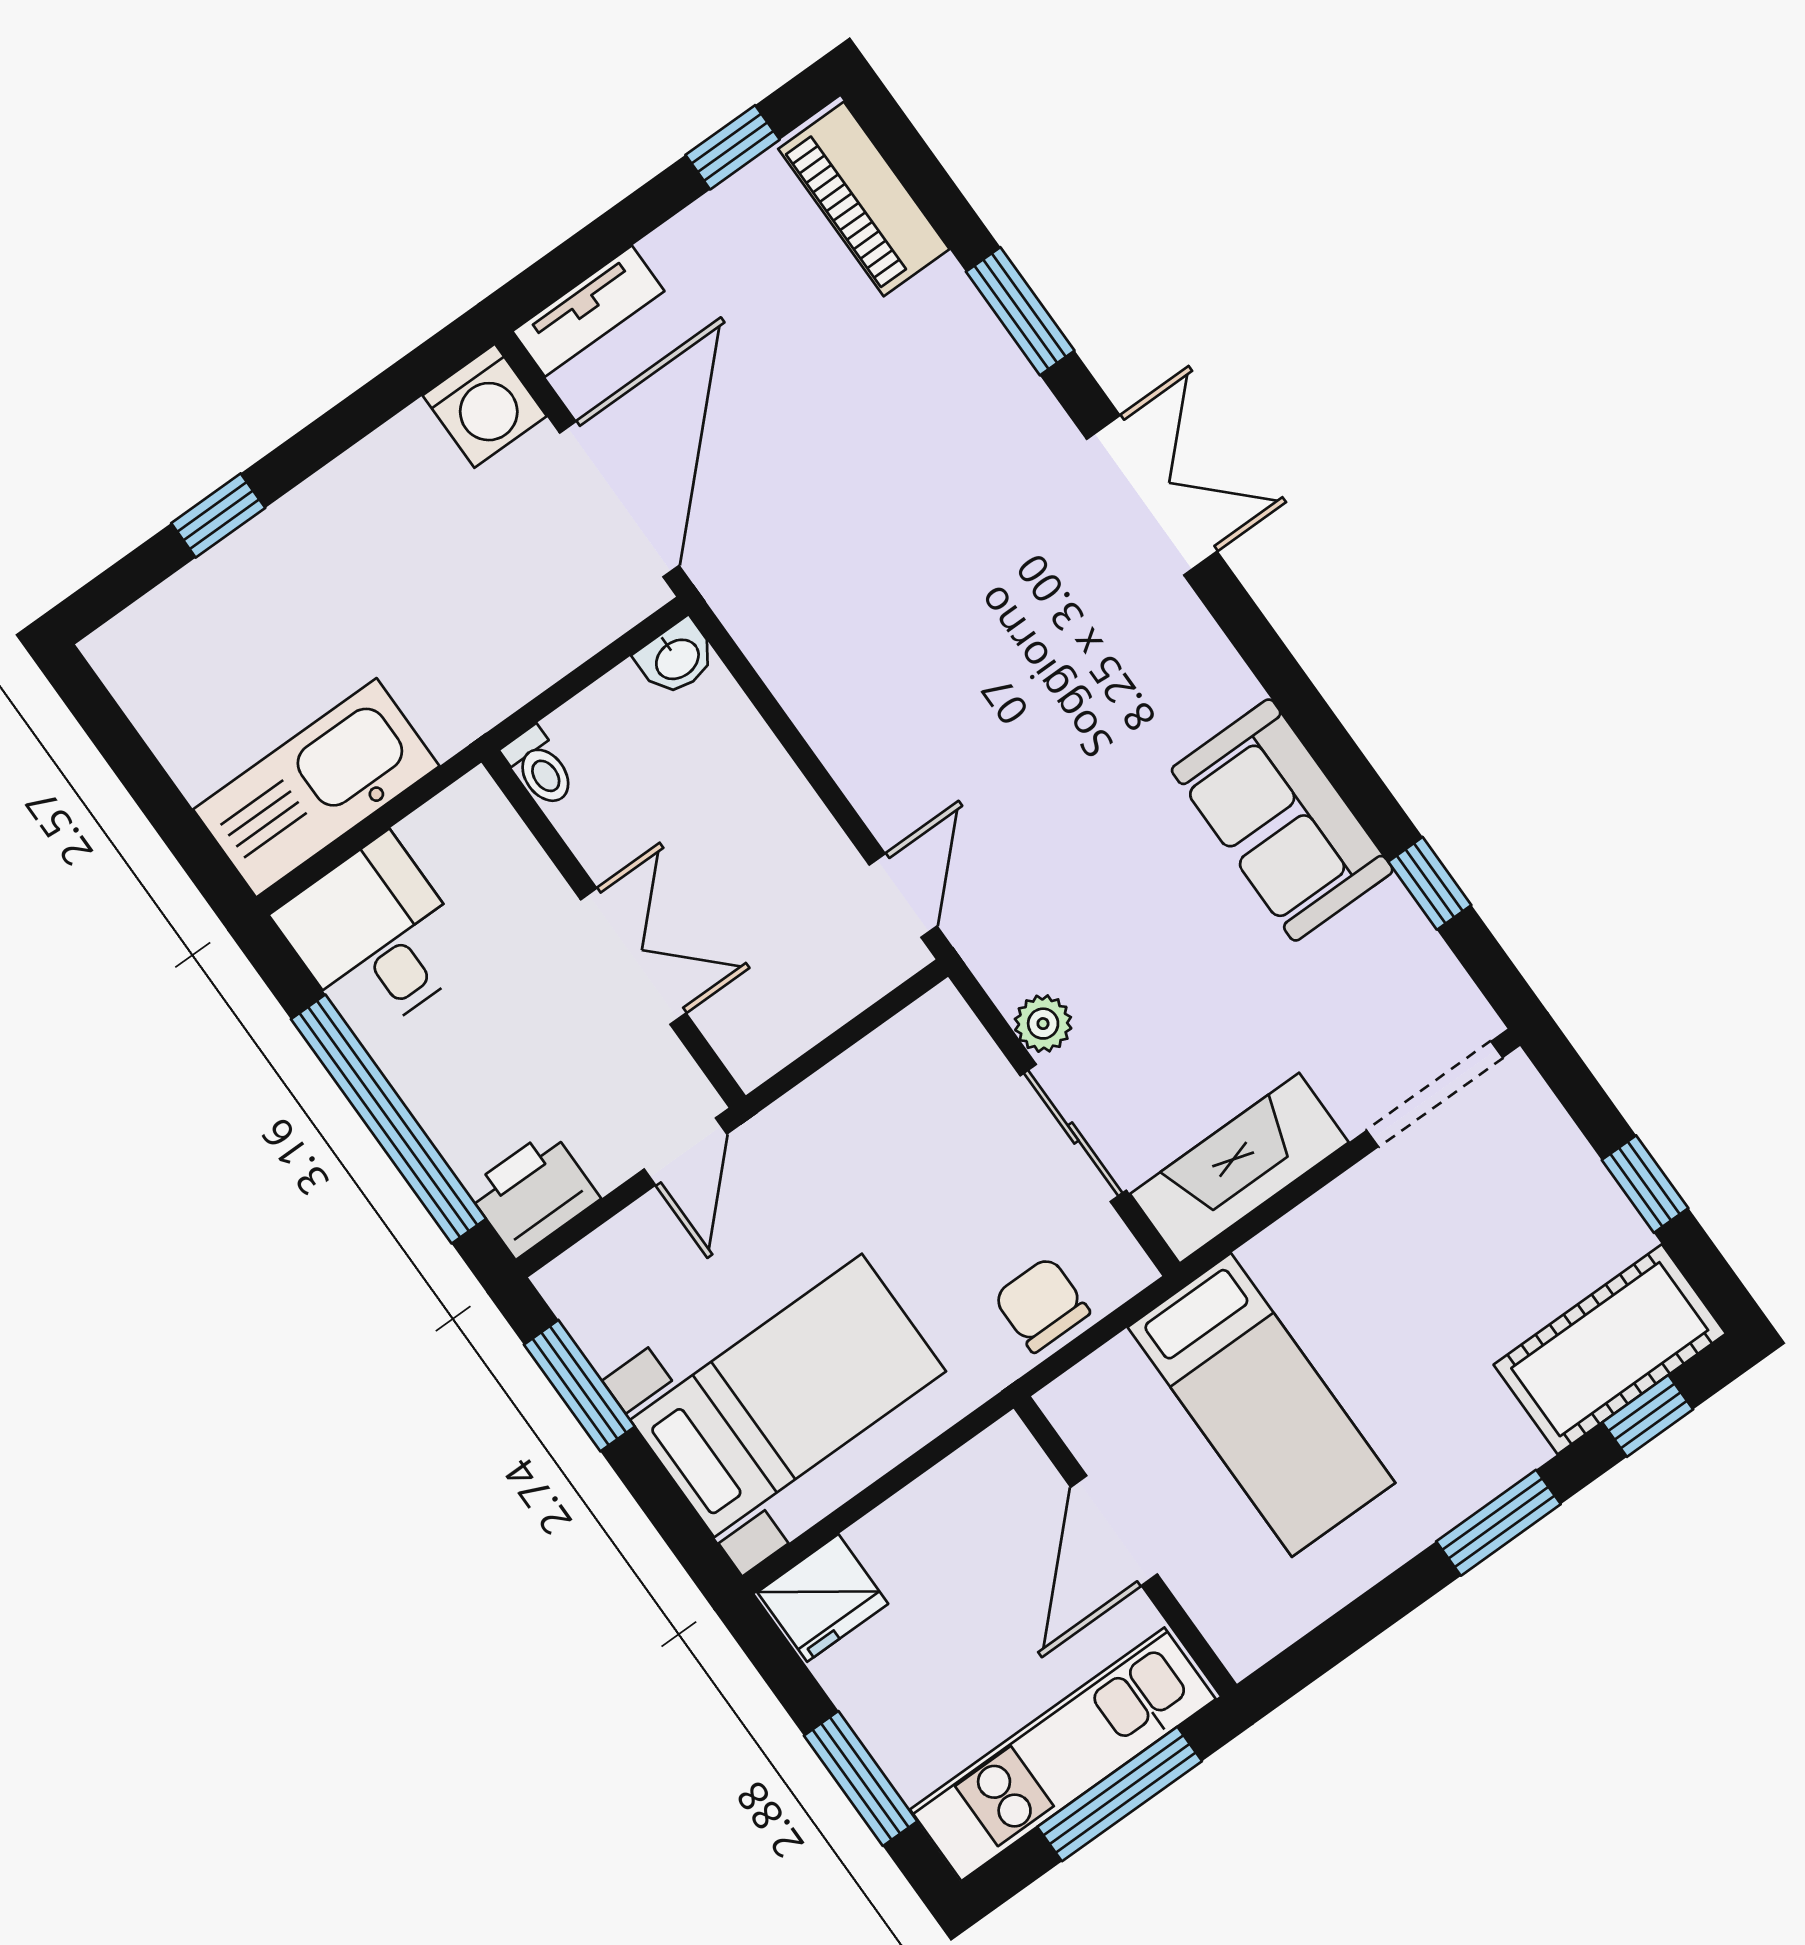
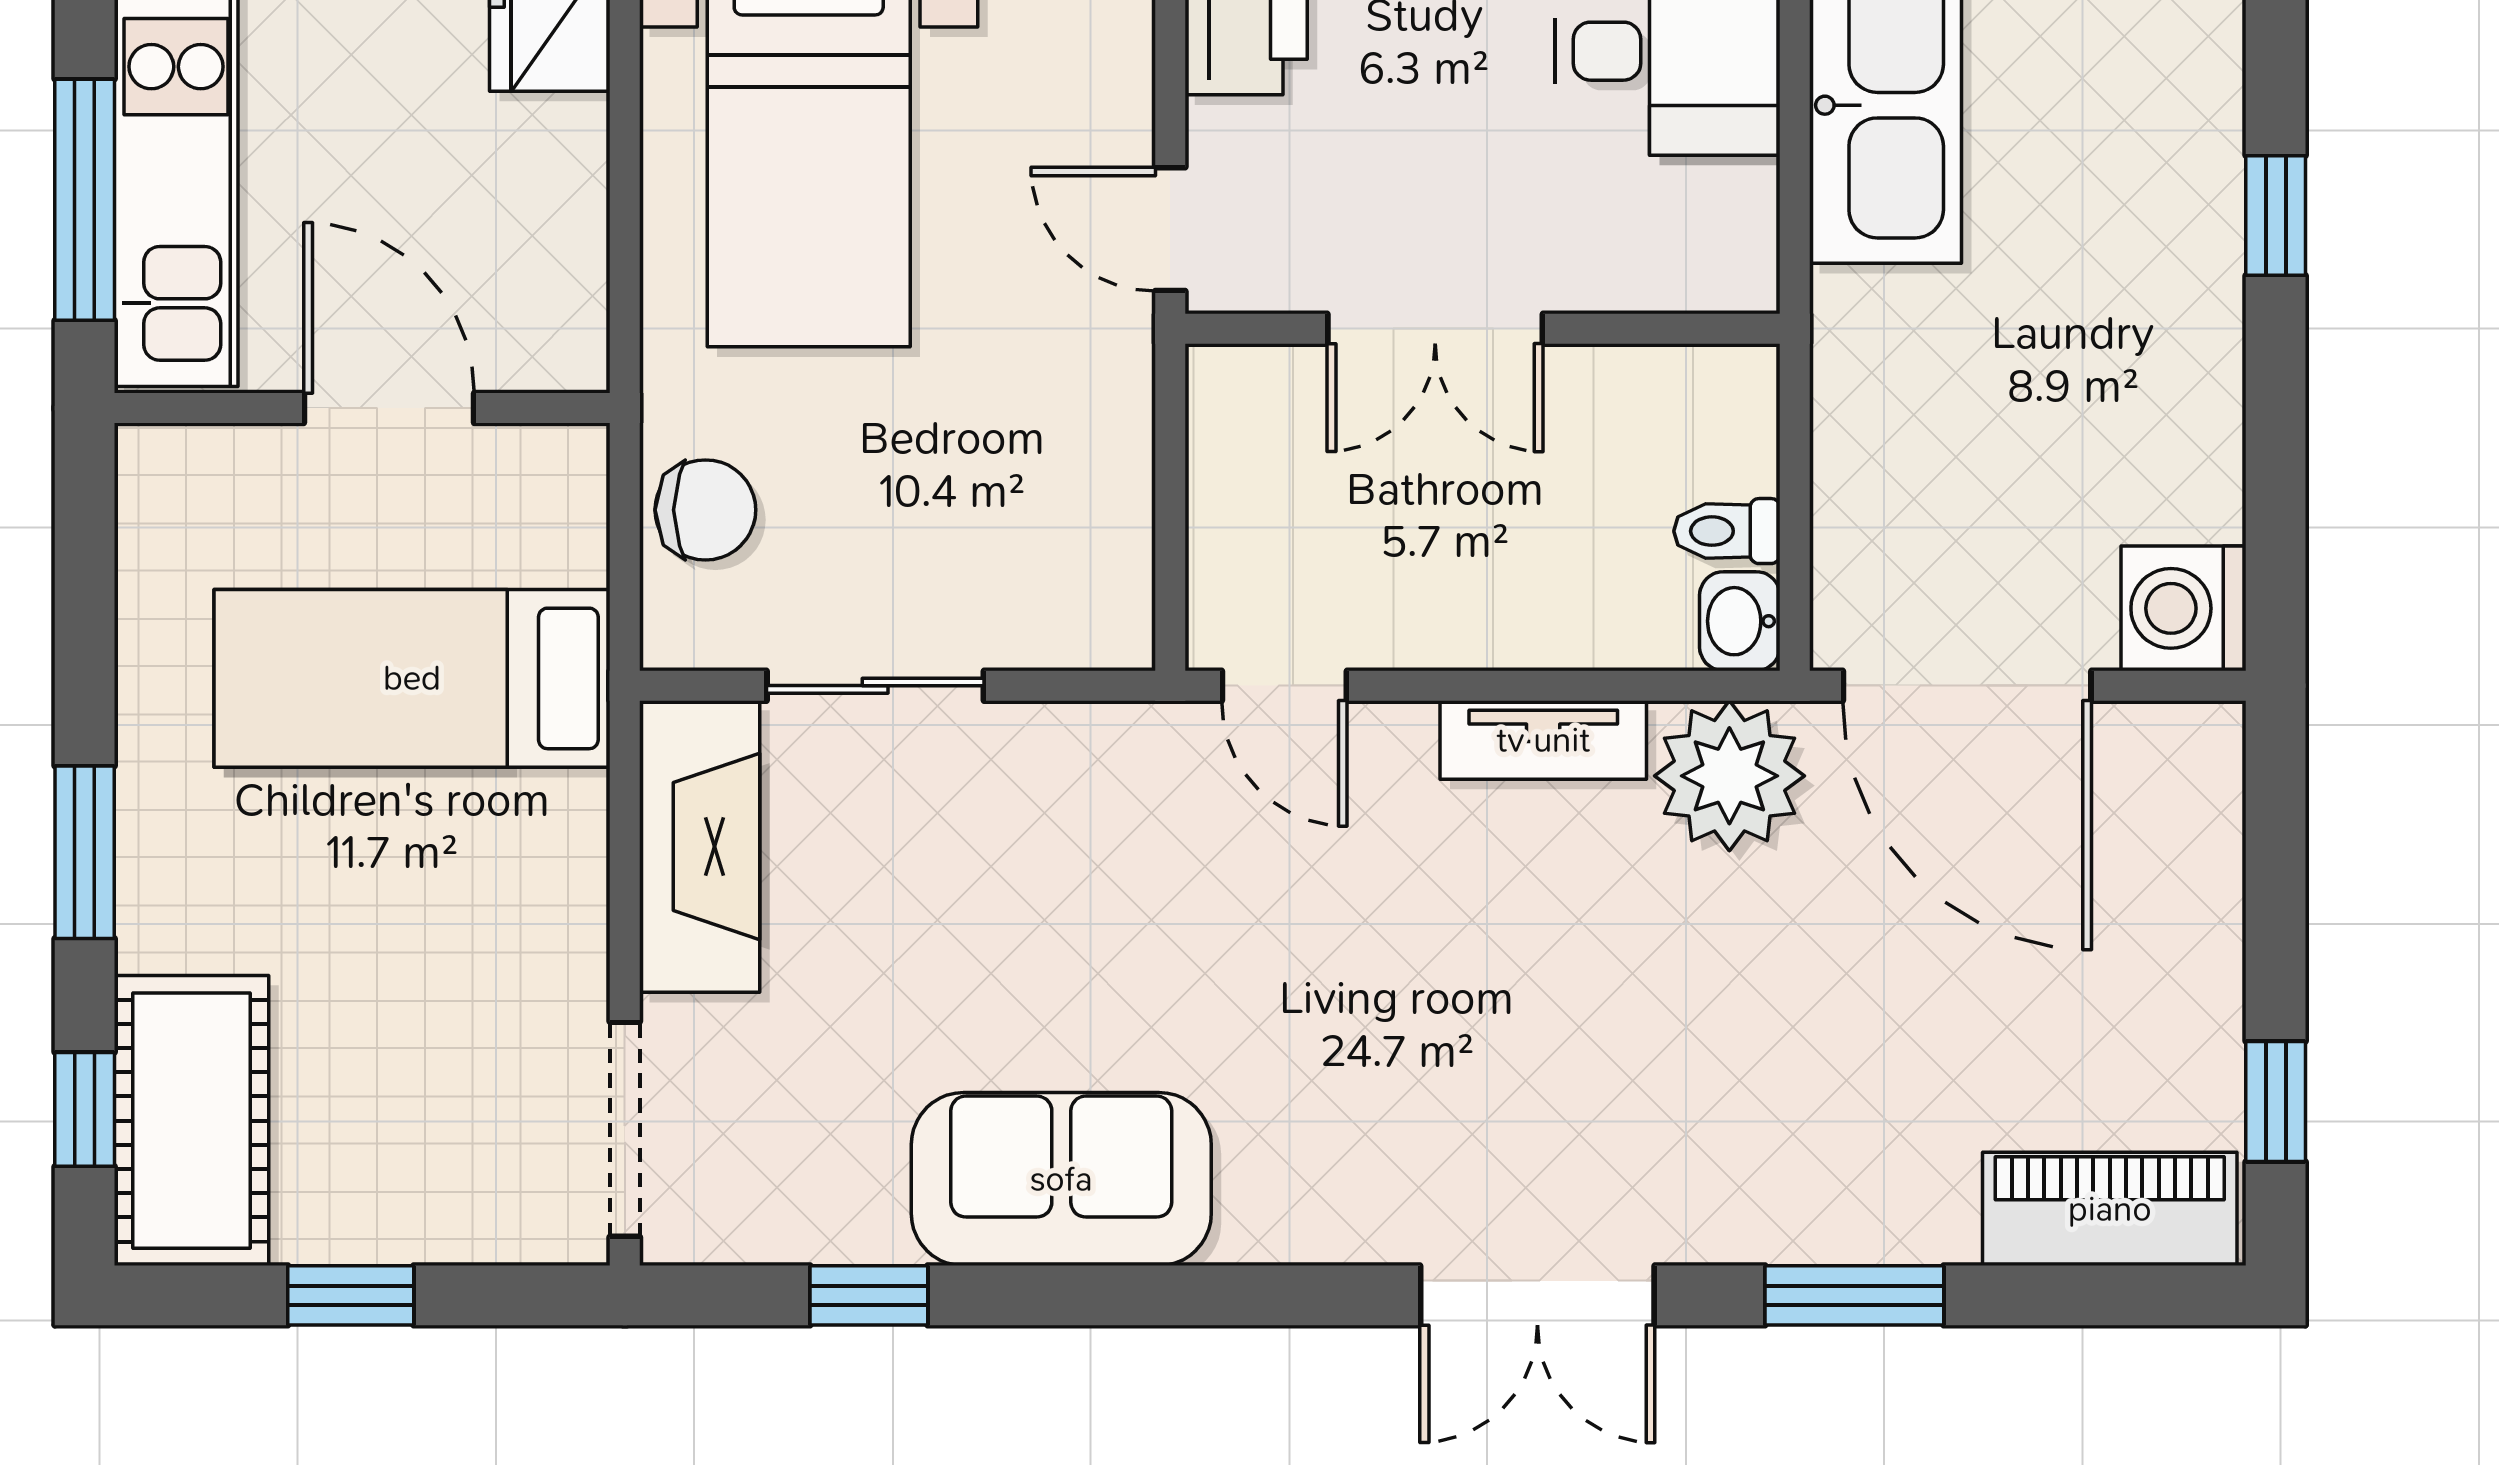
tv unit: (588, 311) -> (1543, 740), moved, turned -90
toilet: (540, 767) -> (1727, 531), moved
plant: (1043, 1024) -> (1729, 776), moved, width x1.88, depth x1.88

